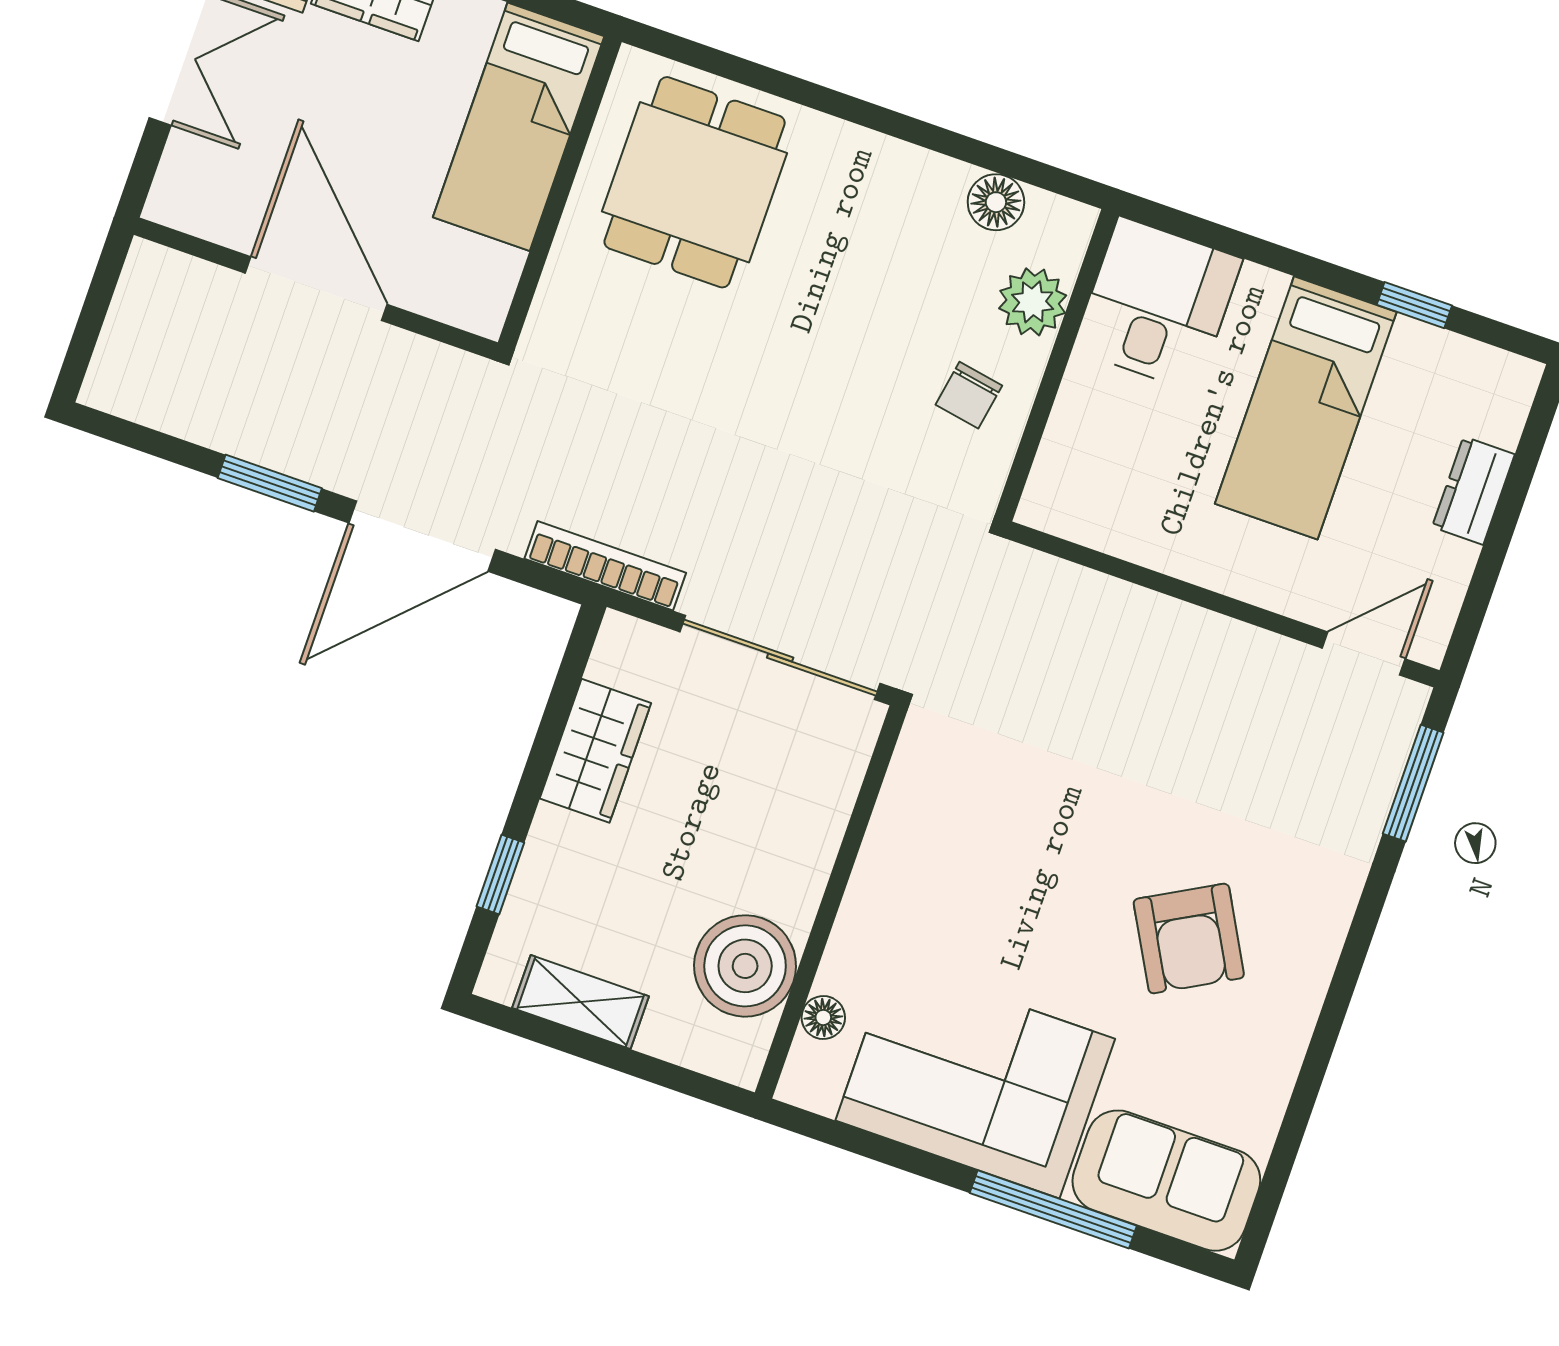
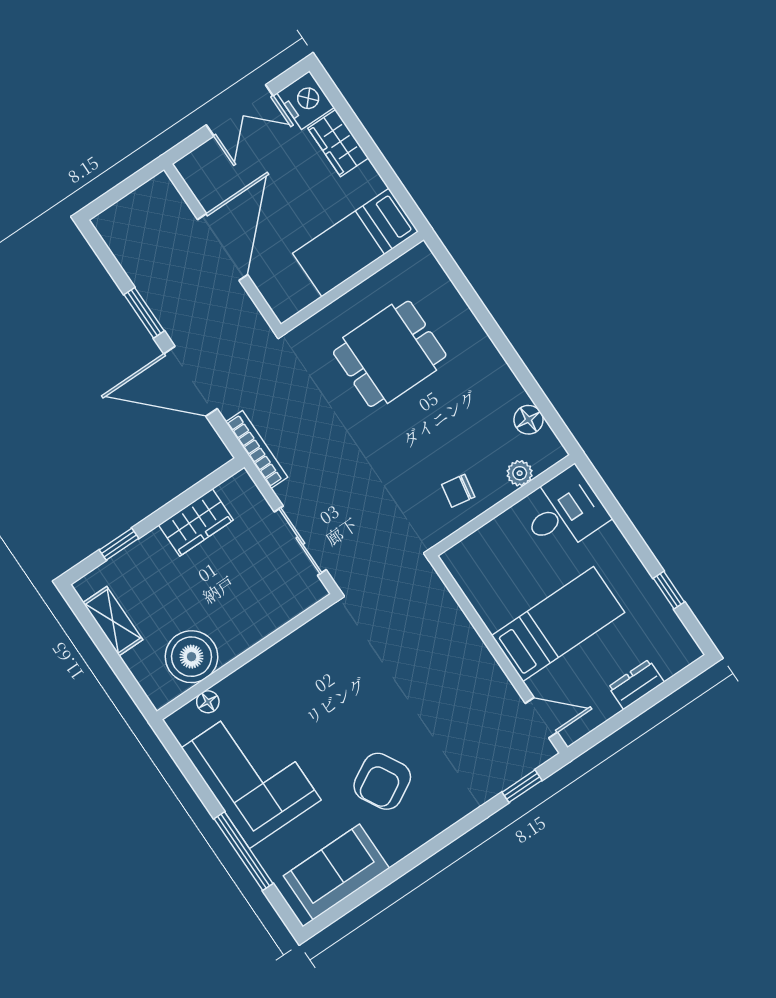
dining table: (695, 182) -> (390, 354), moved
plant: (1033, 302) -> (520, 473), width x0.73, depth x0.73
bed: (1306, 408) -> (558, 624), moved, turned 180
sliding door: (780, 658) -> (300, 541), width x0.73
window: (1413, 783) -> (522, 786), width x0.67
sofa: (1166, 1181) -> (336, 872), moved, turned -90

